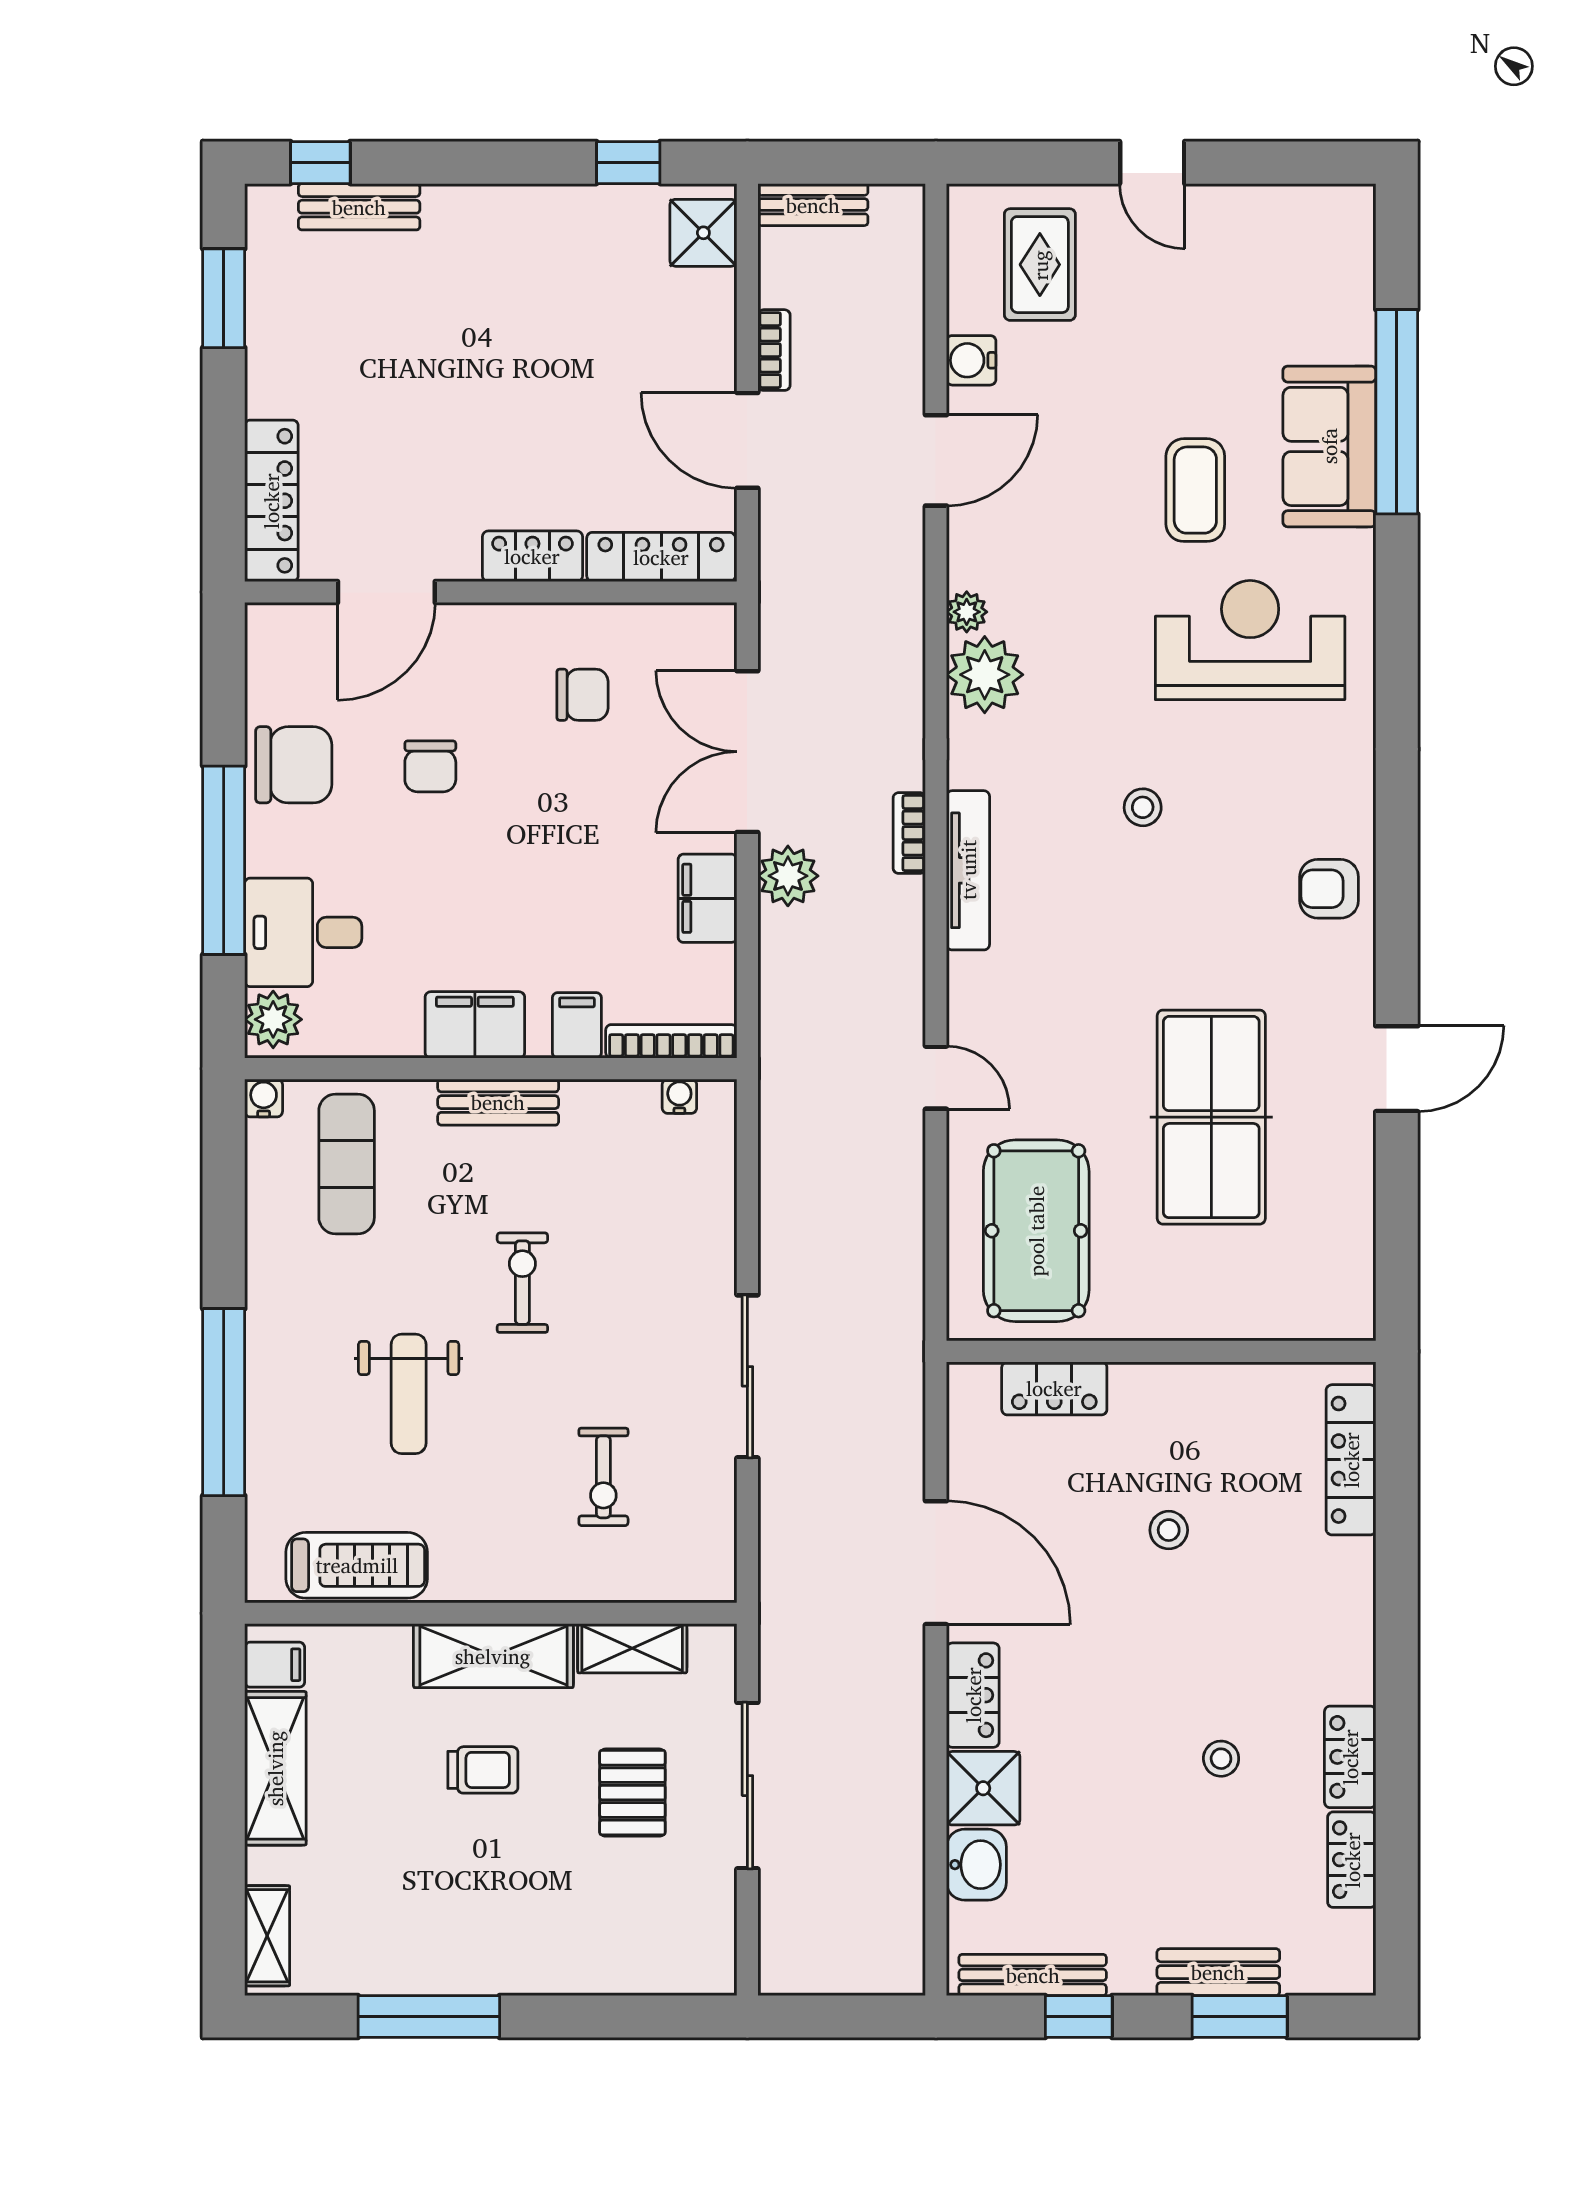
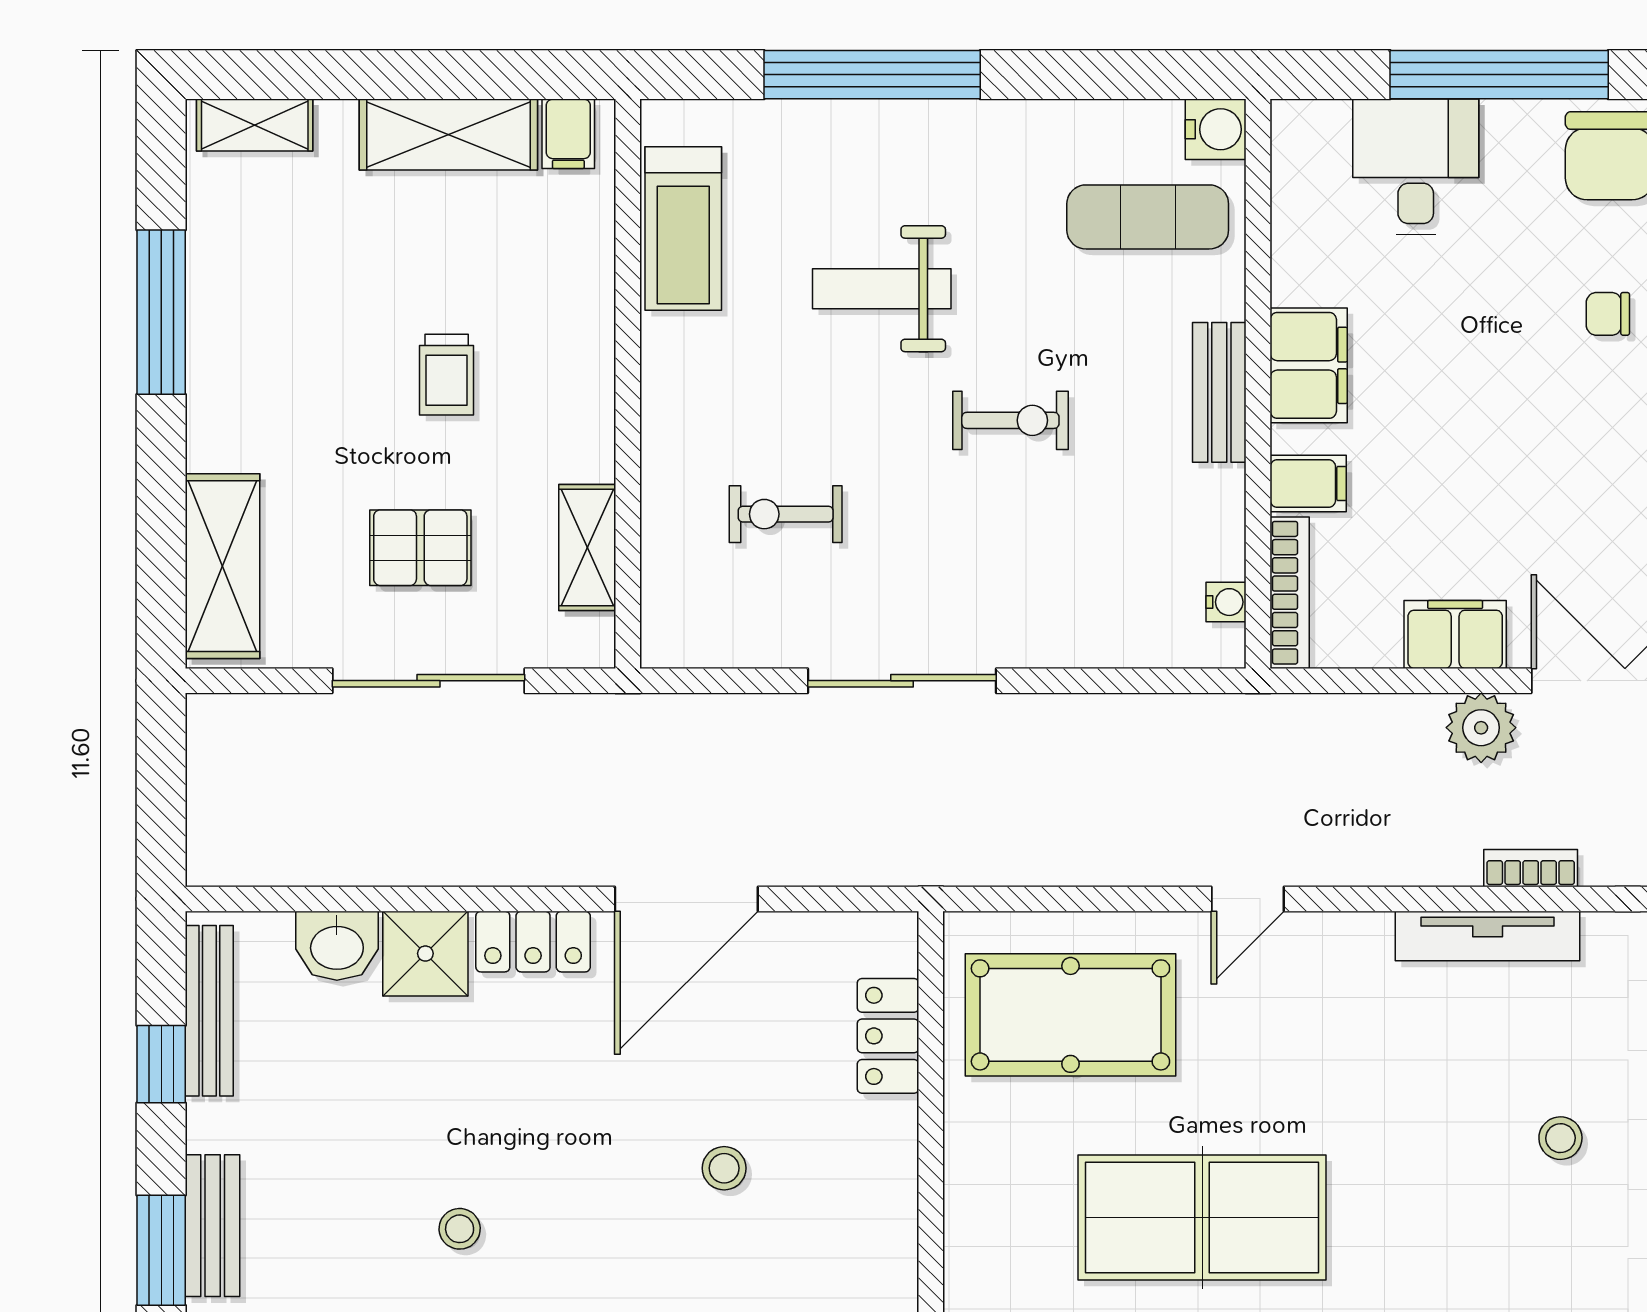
chair: (430, 766) -> (1608, 314), width x0.73, depth x0.73
plant: (273, 1019) -> (1315, 132), removed
water cooler: (264, 1098) -> (1216, 129), width x1.38, depth x1.38
shelving: (493, 1656) -> (222, 566), moved

